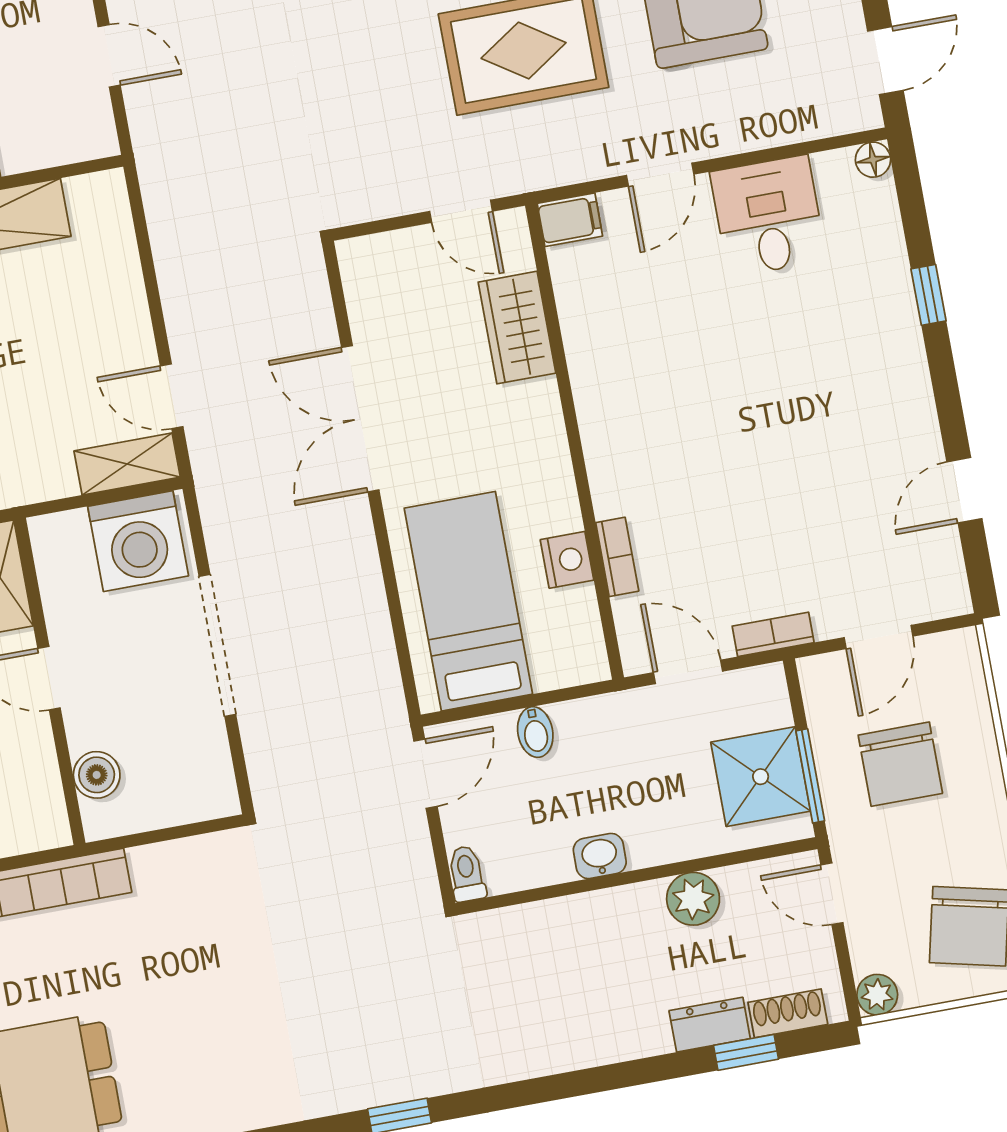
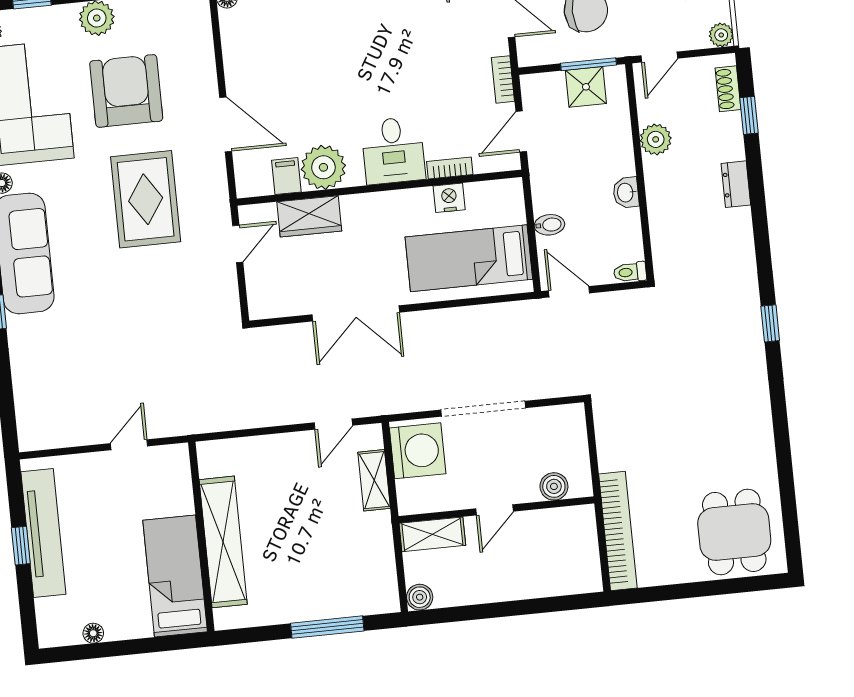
door: (660, 175) -> (226, 124), width x1.38
desk: (768, 216) -> (393, 150), moved, turned -90
filing cabinet: (570, 220) -> (286, 176), moved
plant: (601, 345) -> (323, 167), added
shelving: (127, 464) -> (374, 480), moved
shower: (761, 777) -> (586, 87), width x0.73, depth x0.73
dresser: (710, 1025) -> (736, 184), moved

